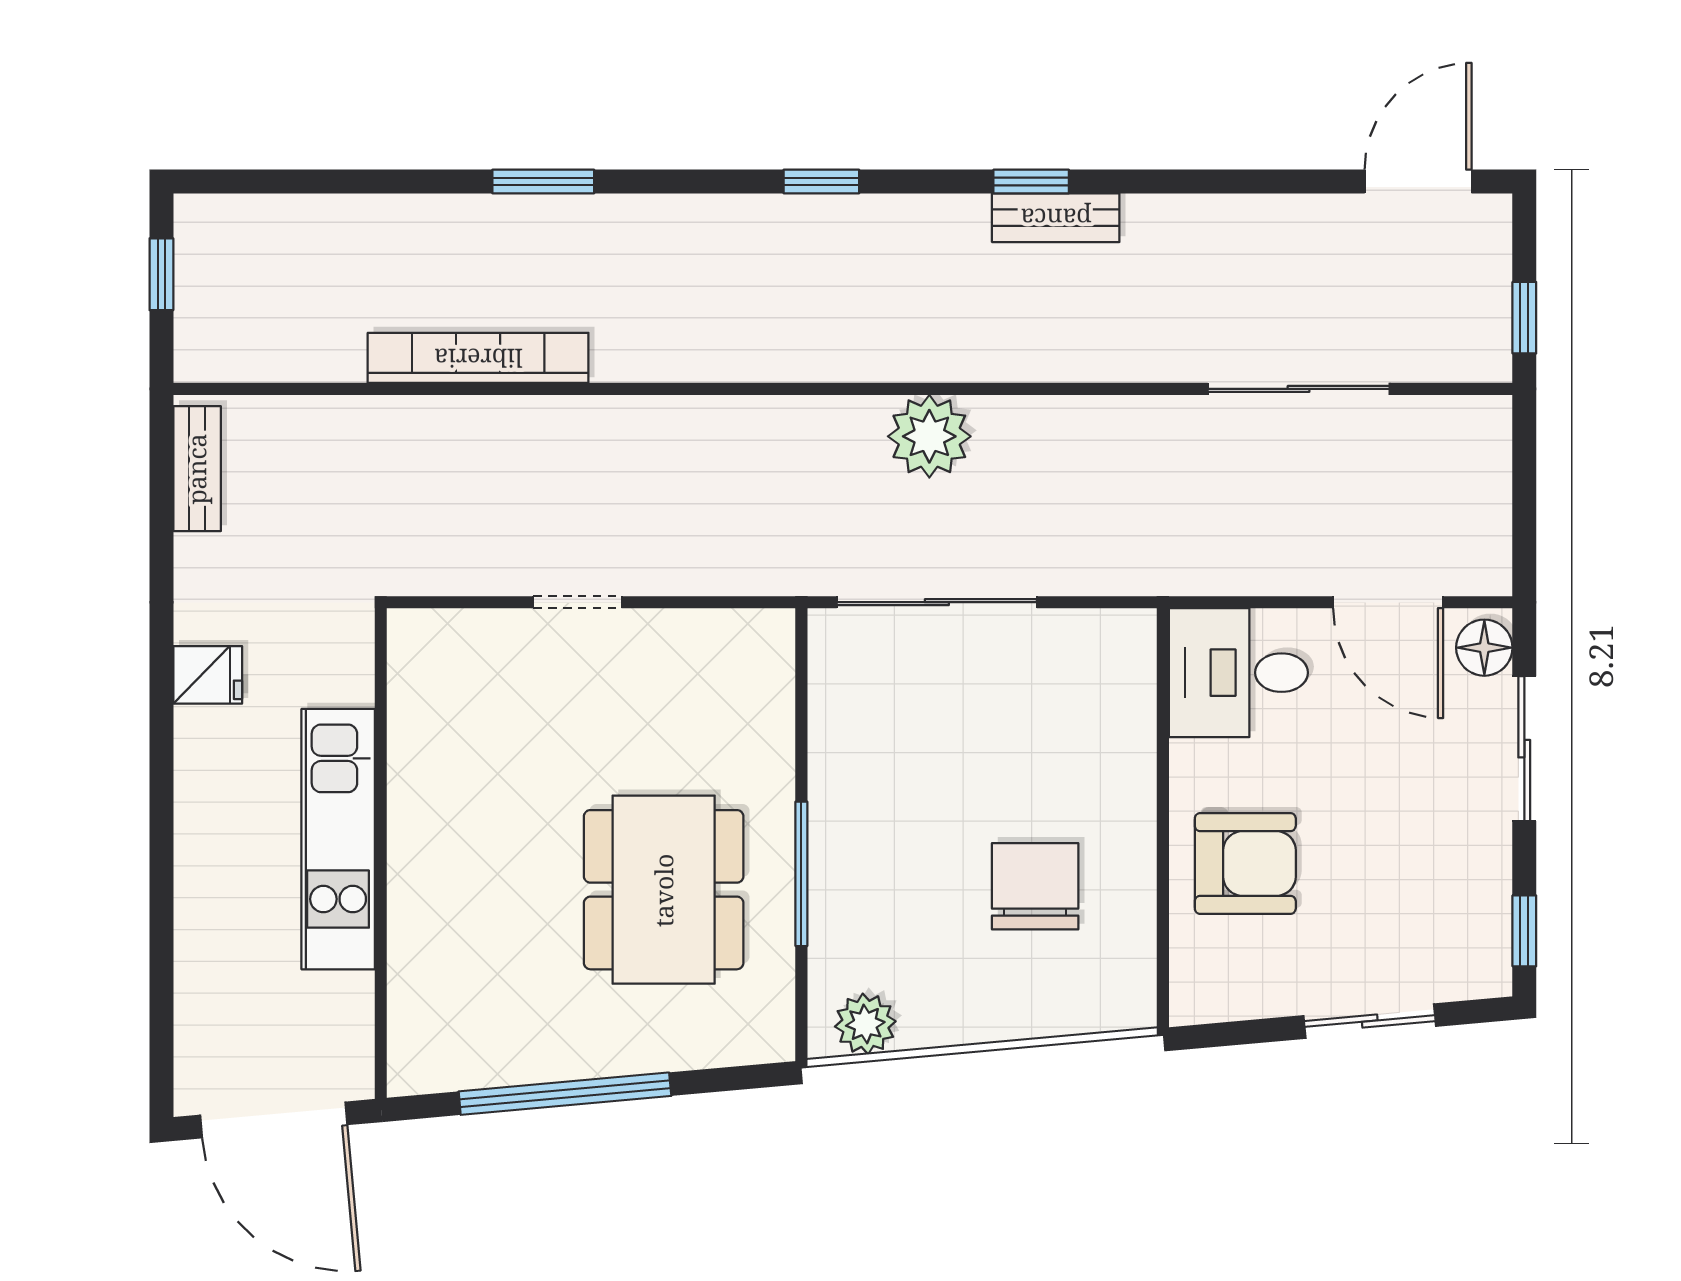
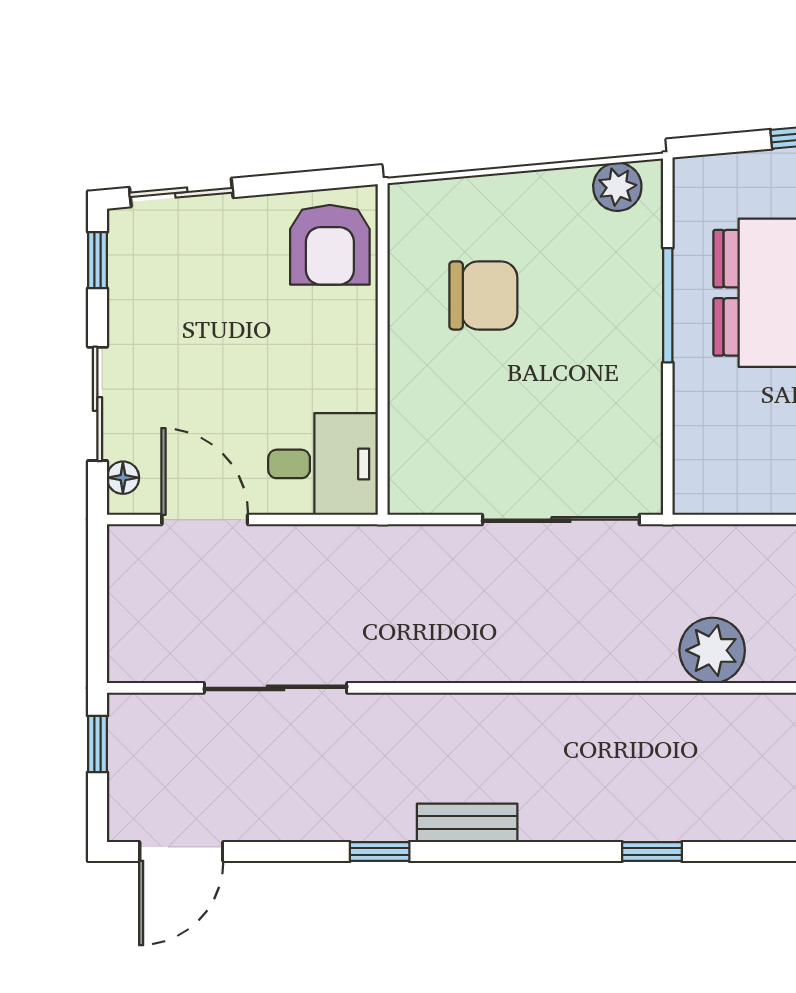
window: (1031, 181) -> (380, 851), moved
plant: (929, 436) -> (712, 650), moved
floor lamp: (1484, 648) -> (123, 478), width x0.73, depth x0.73
armchair: (1245, 863) -> (330, 245), moved, turned -90
chair: (1035, 886) -> (483, 295), turned -90
sliding door: (1370, 1021) -> (181, 193), moved

